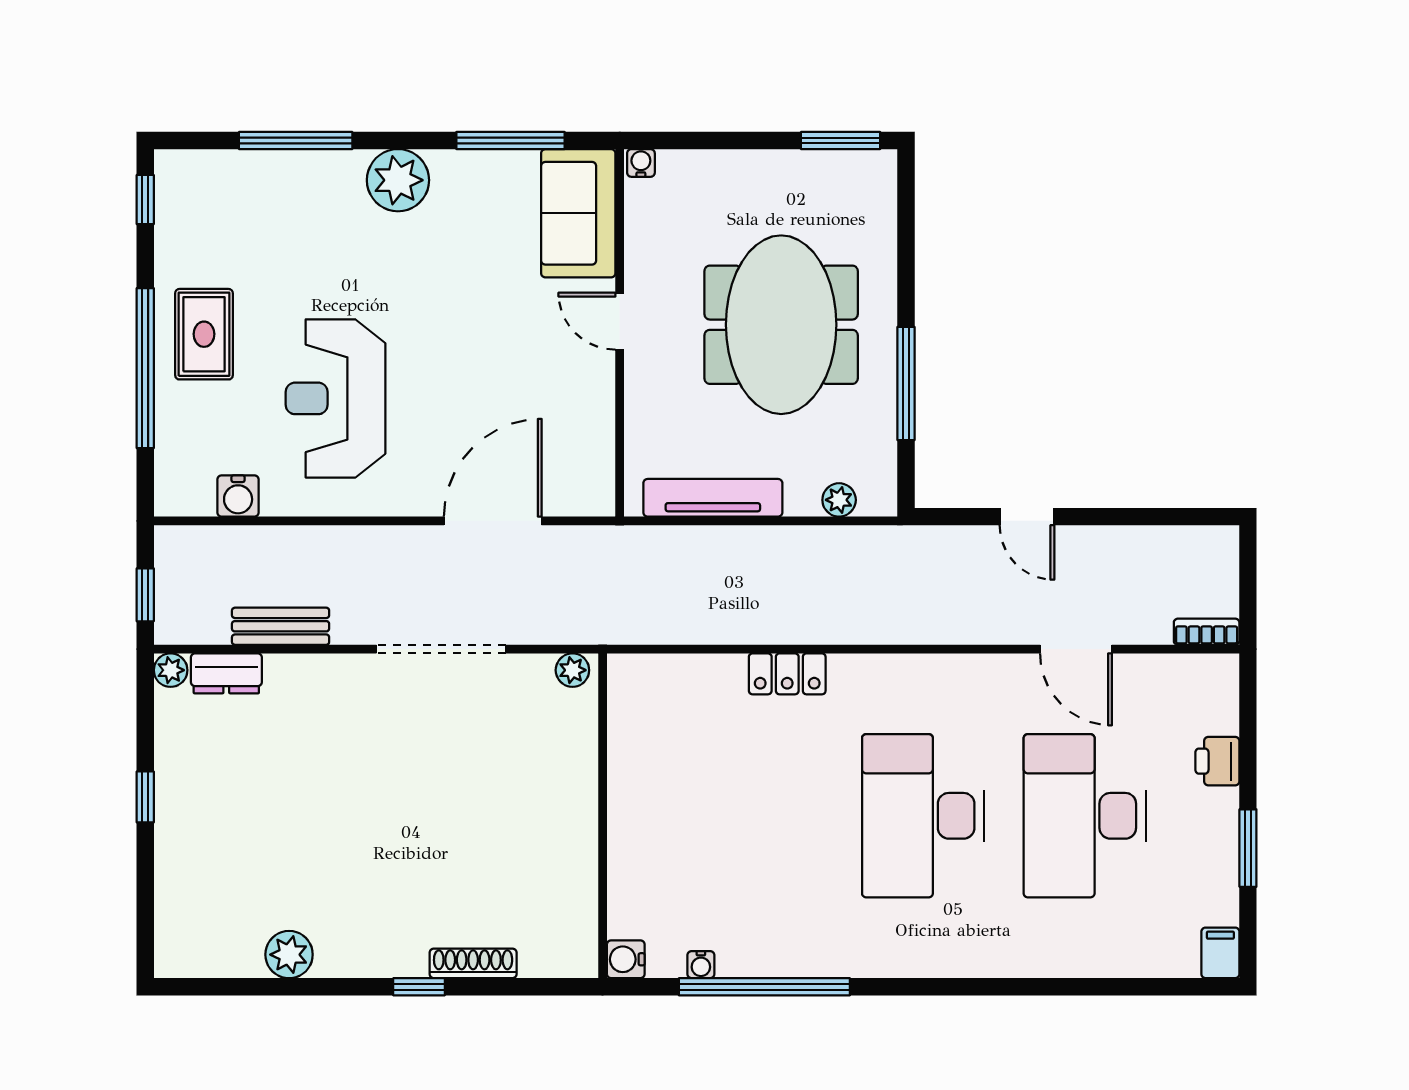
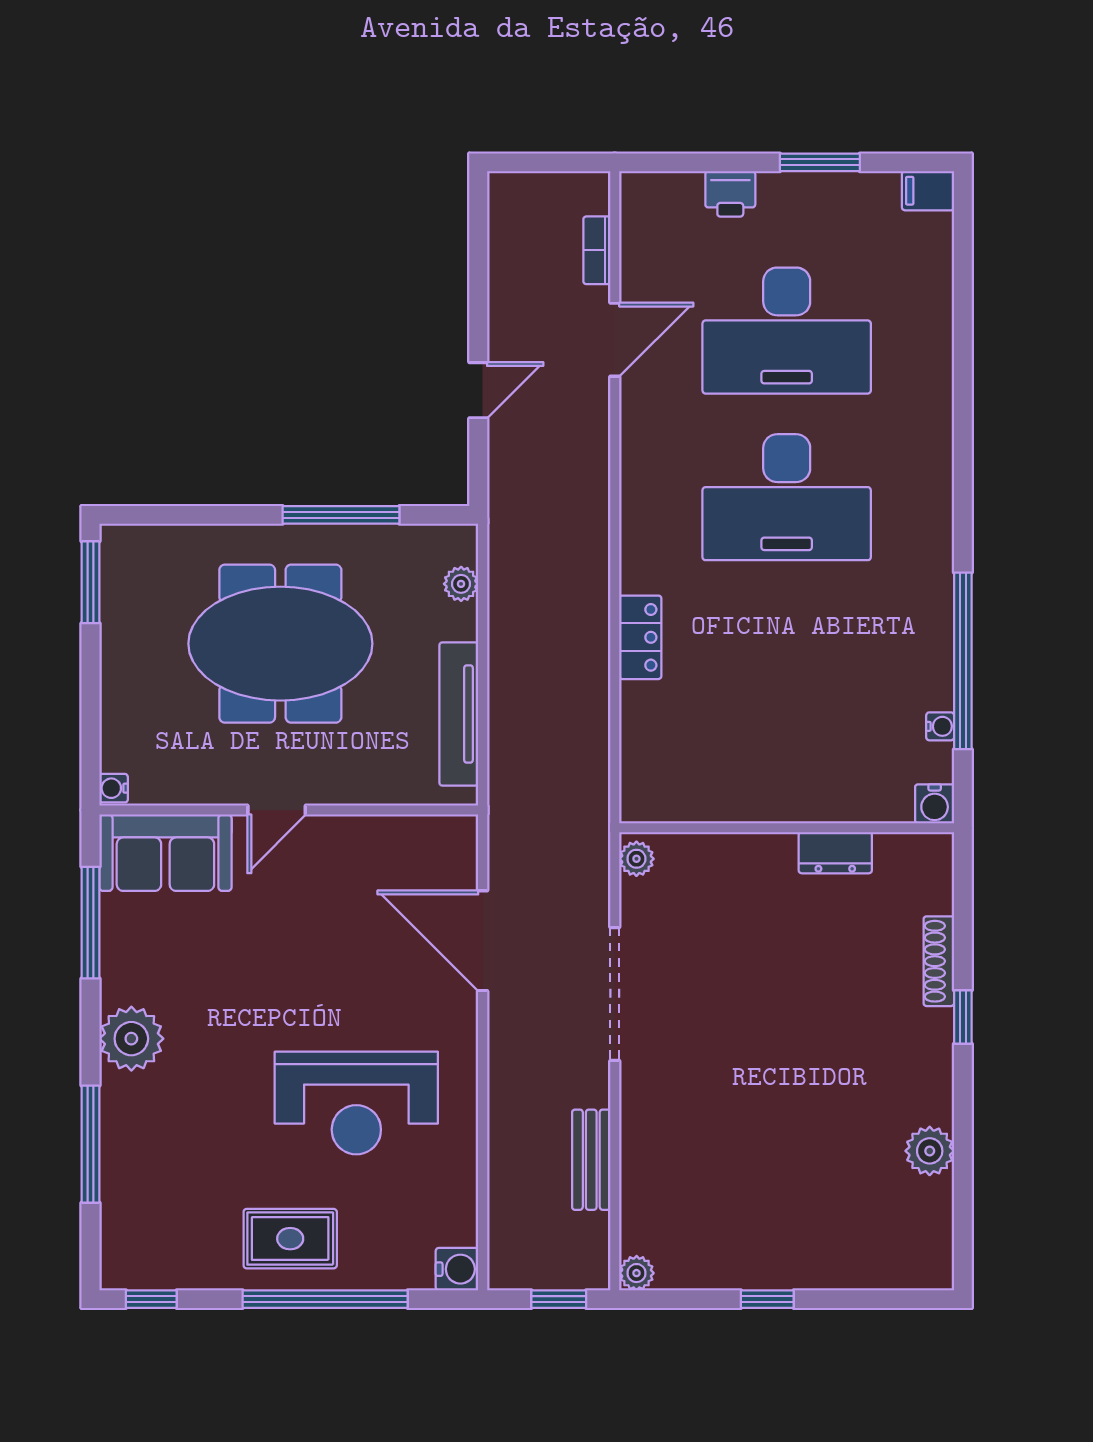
water cooler: (238, 496) -> (457, 1269), moved
bookcase: (1207, 632) -> (597, 250), moved
dresser: (226, 673) -> (835, 853), moved, turned 90

